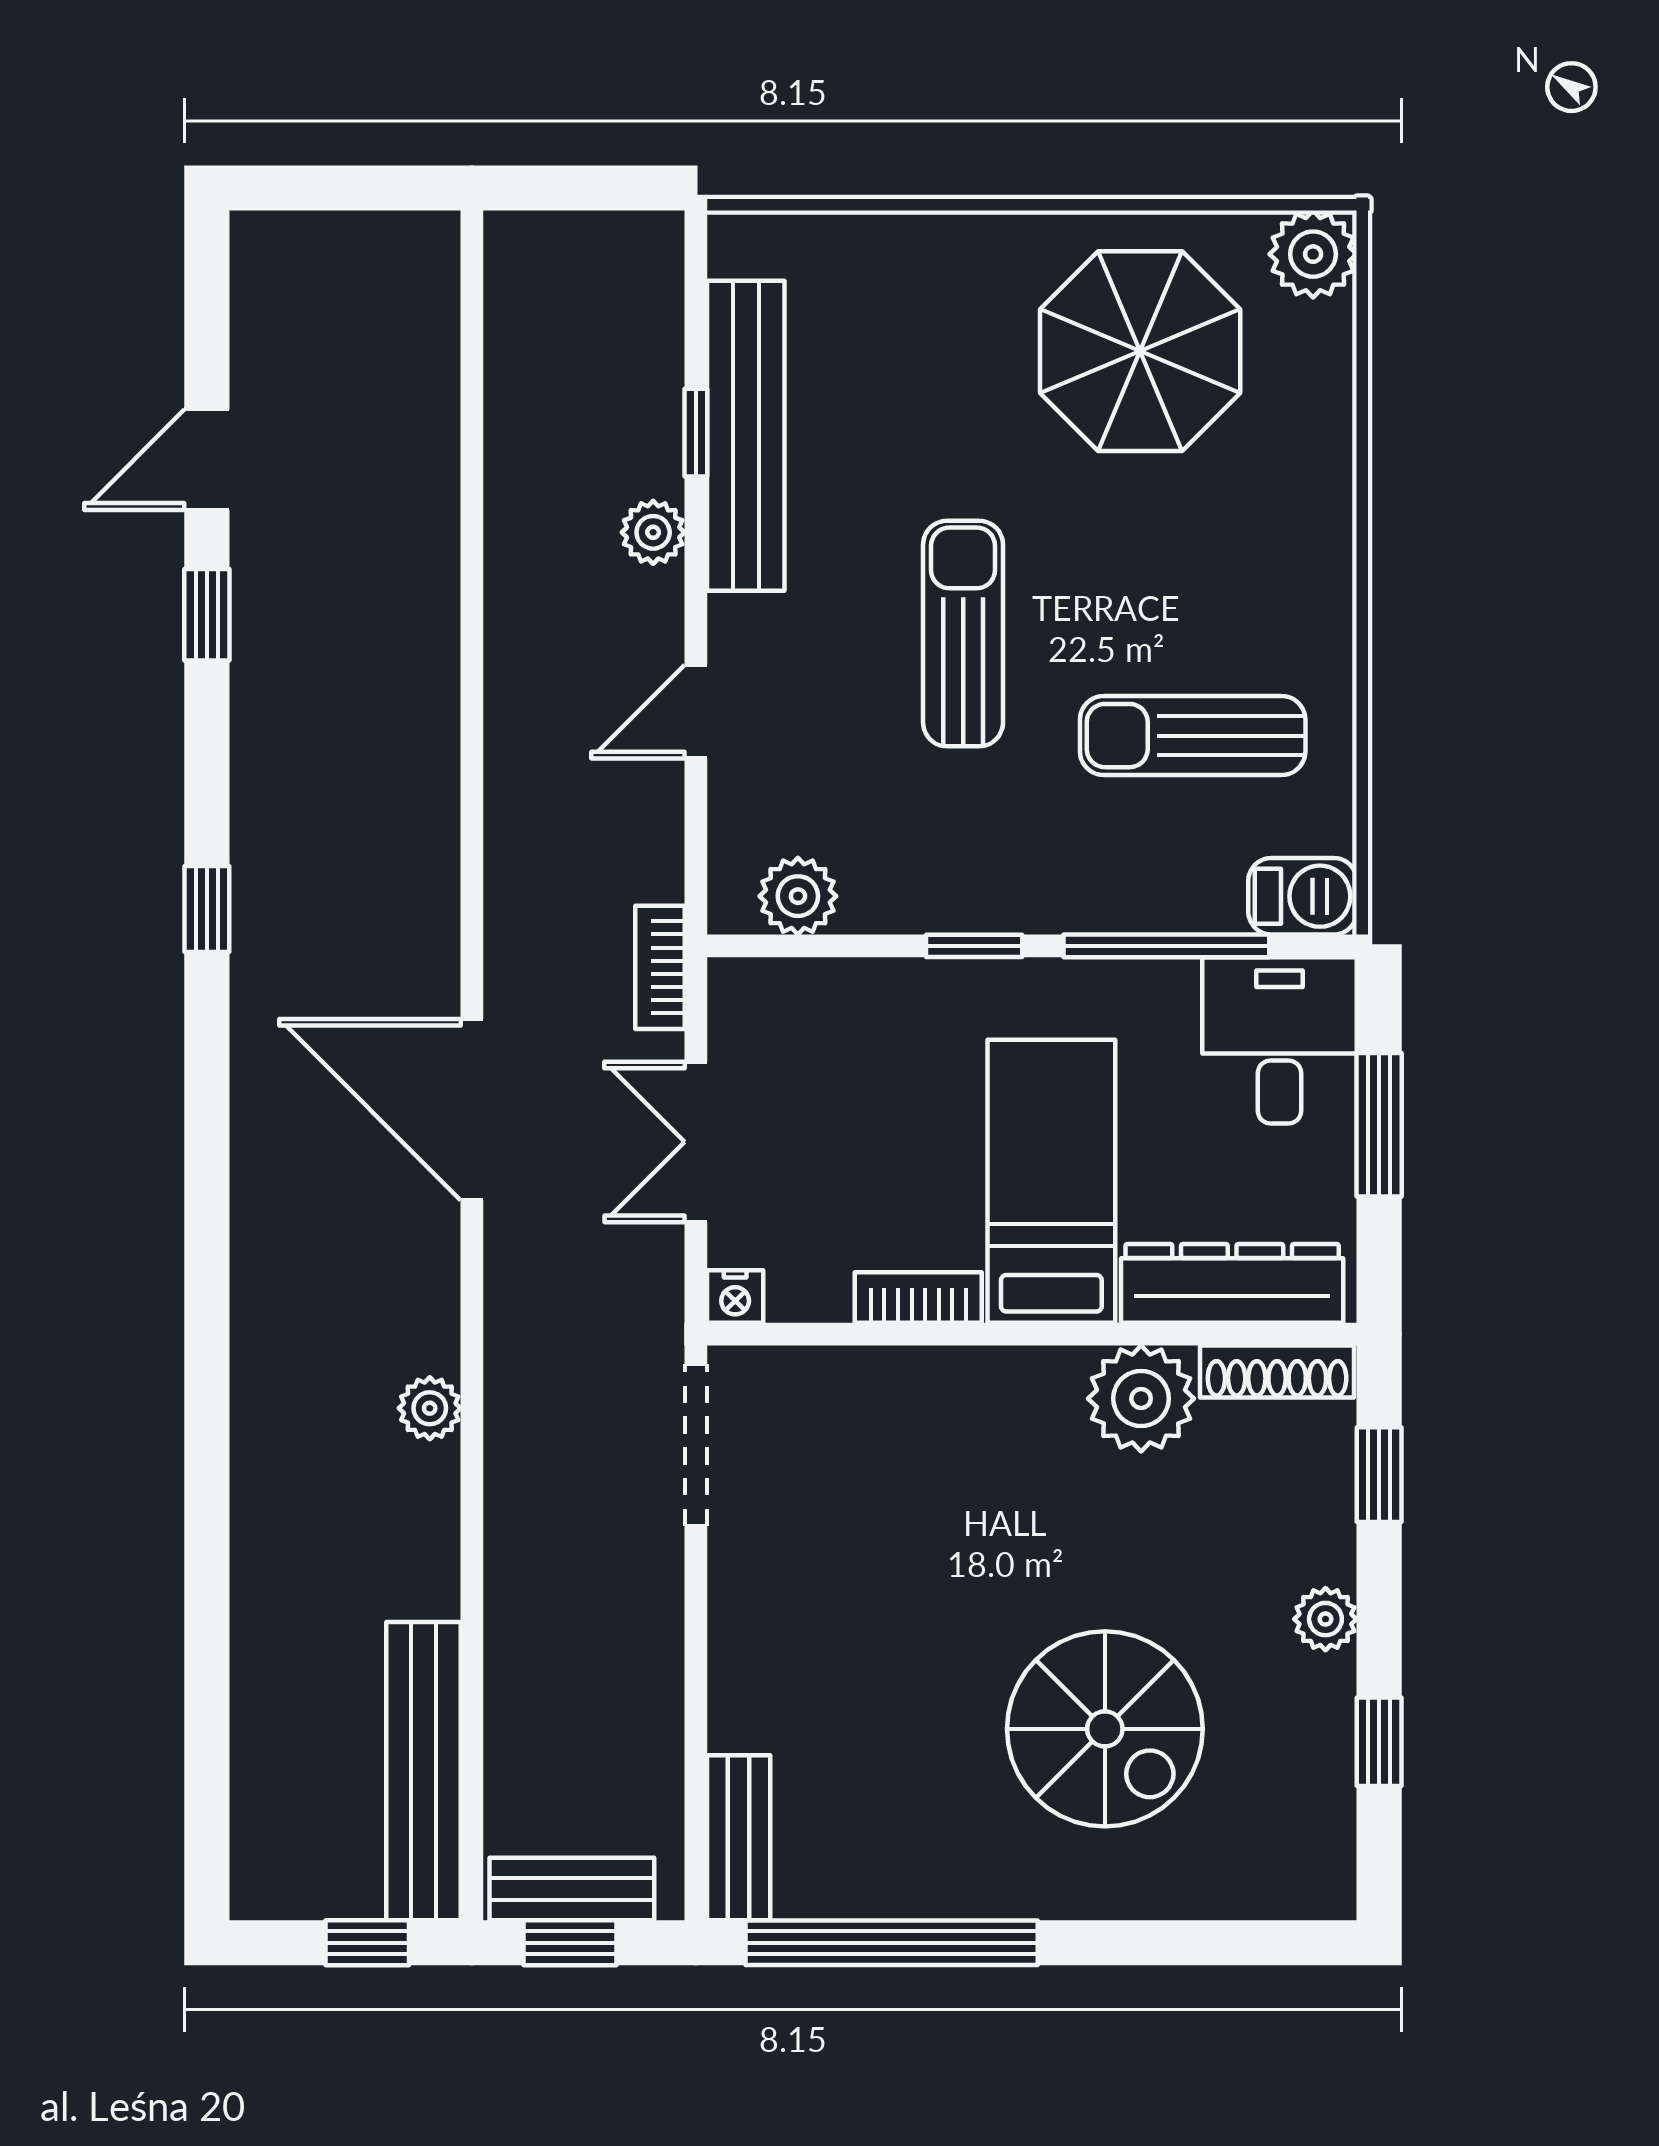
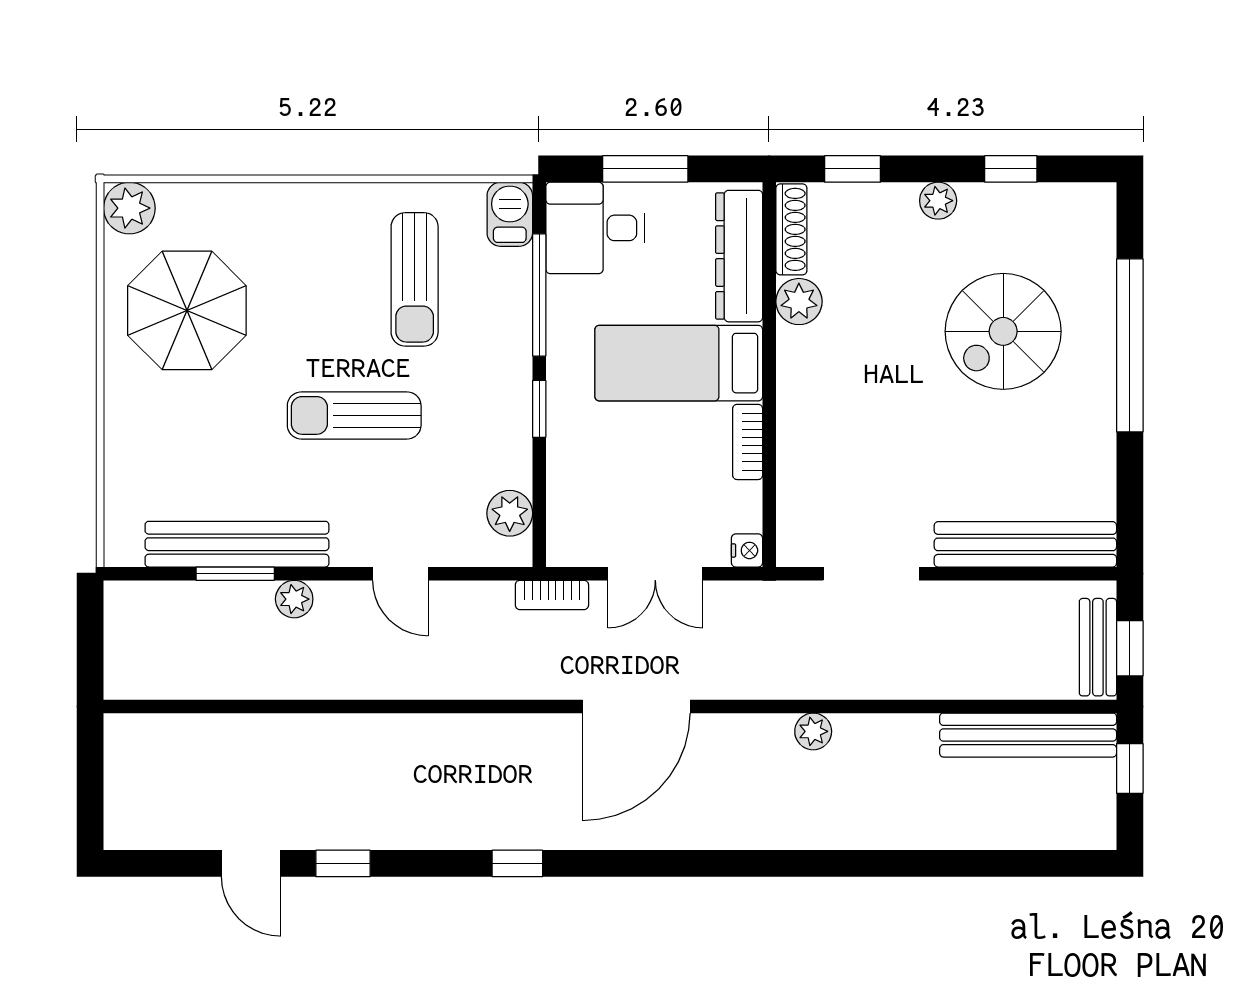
window: (696, 433) -> (235, 574), width x1.50
plant: (1141, 1399) -> (799, 302), width x0.73, depth x0.73
doorway: (696, 1445) -> (871, 574), moved
spiral stairs: (1105, 1729) -> (1003, 331), turned 180
bench: (739, 1838) -> (1025, 544), width x1.86, depth x1.21
window: (892, 1943) -> (1130, 345), moved

